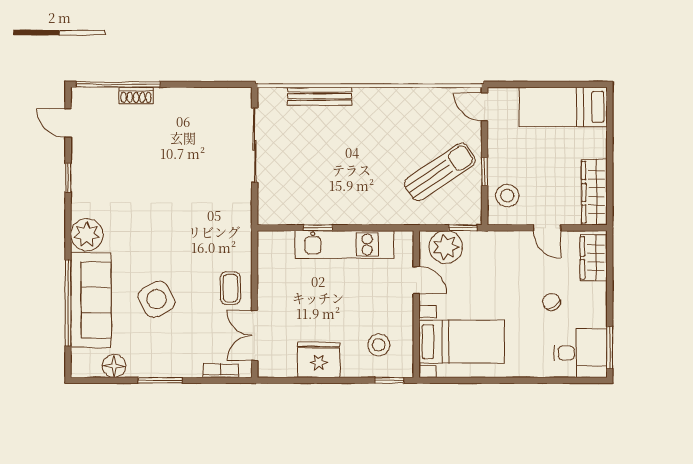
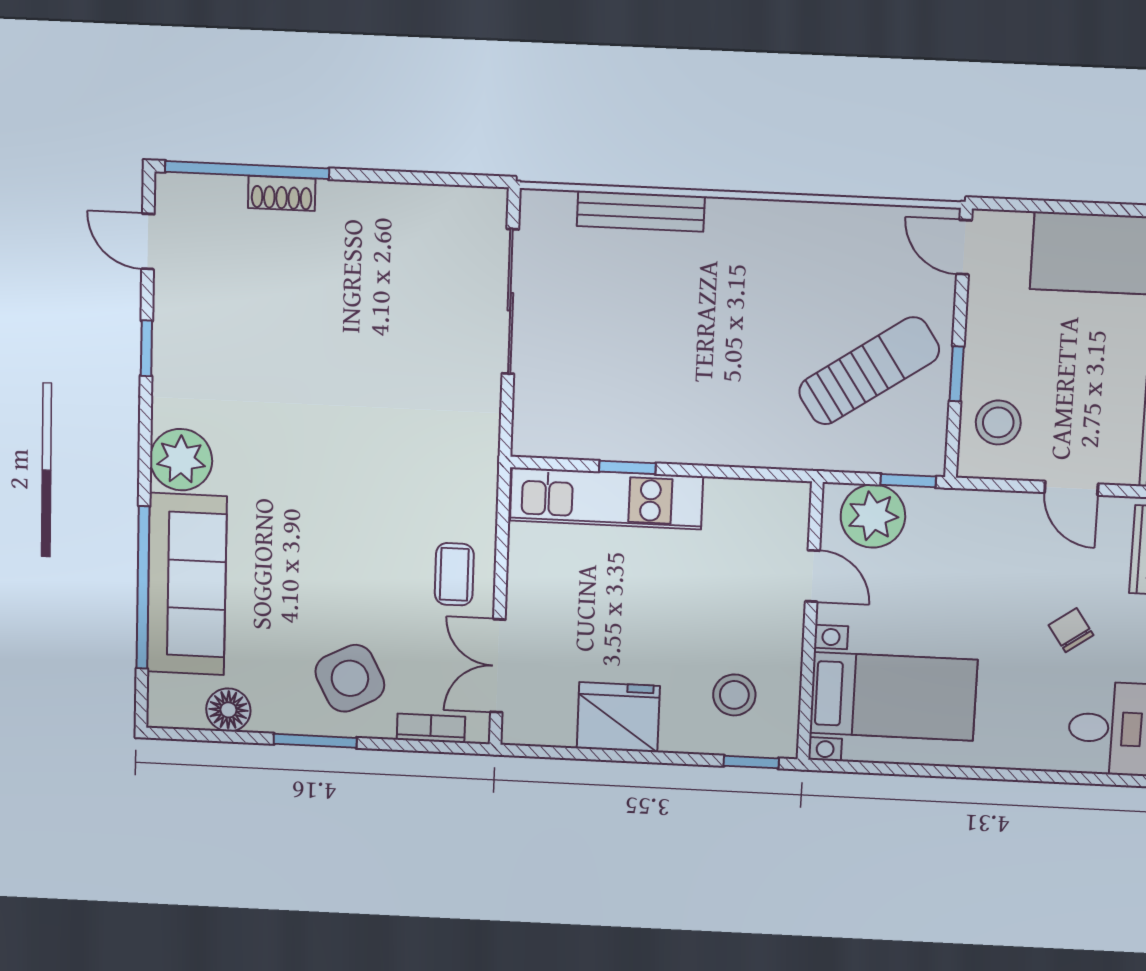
kitchen unit: (344, 244) -> (606, 498), moved
side table: (157, 299) -> (350, 678), moved

